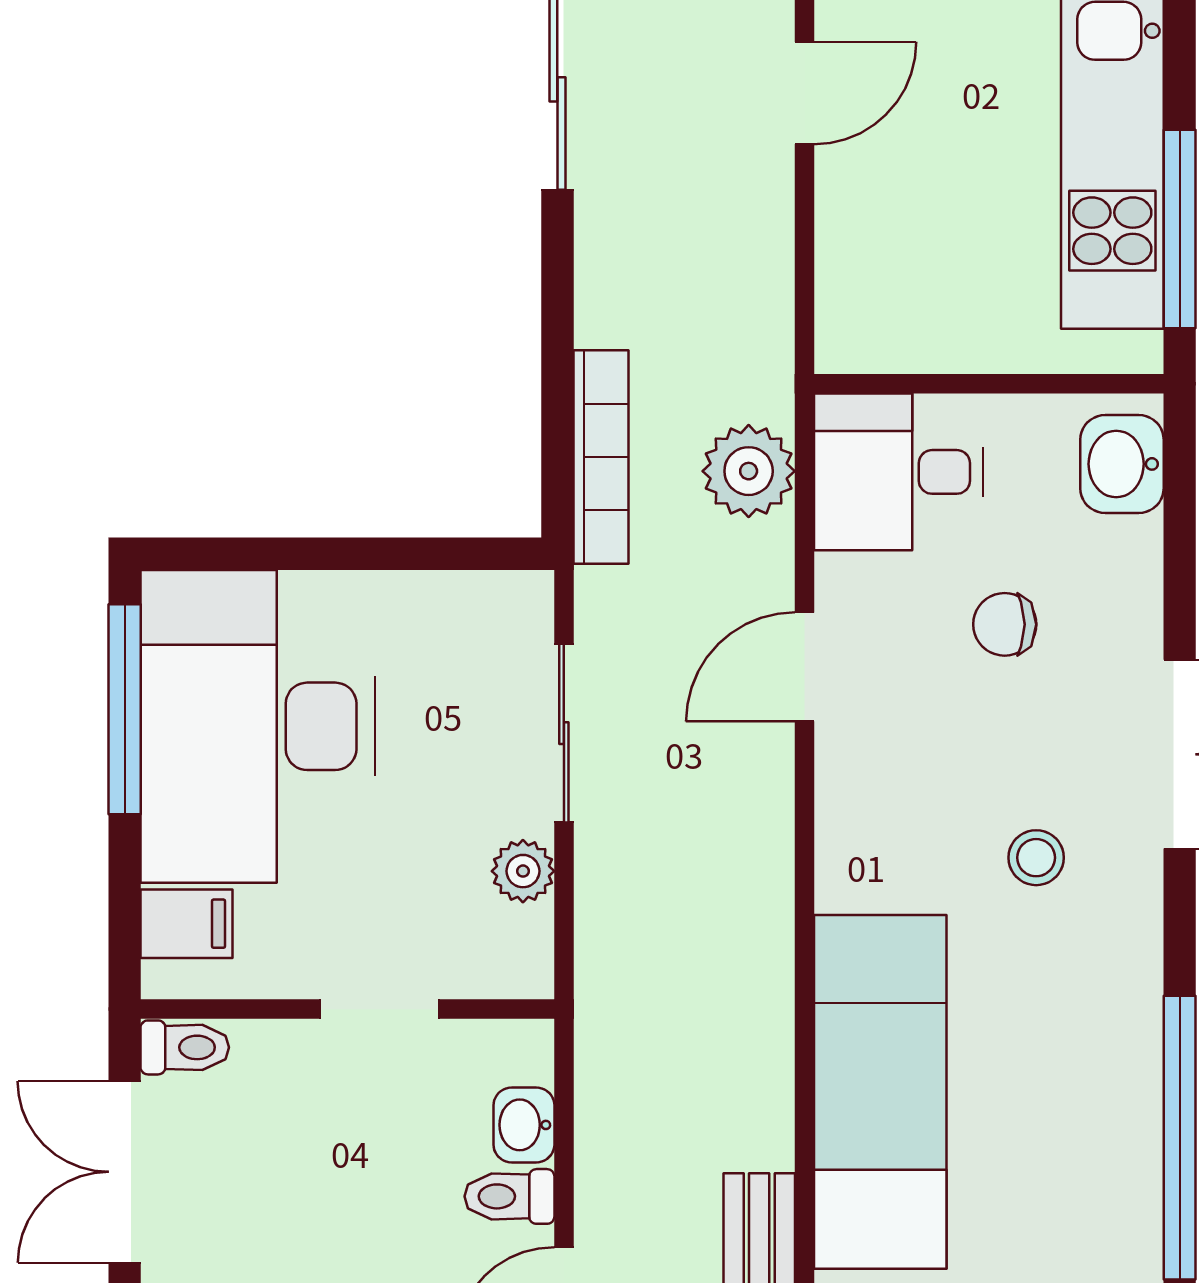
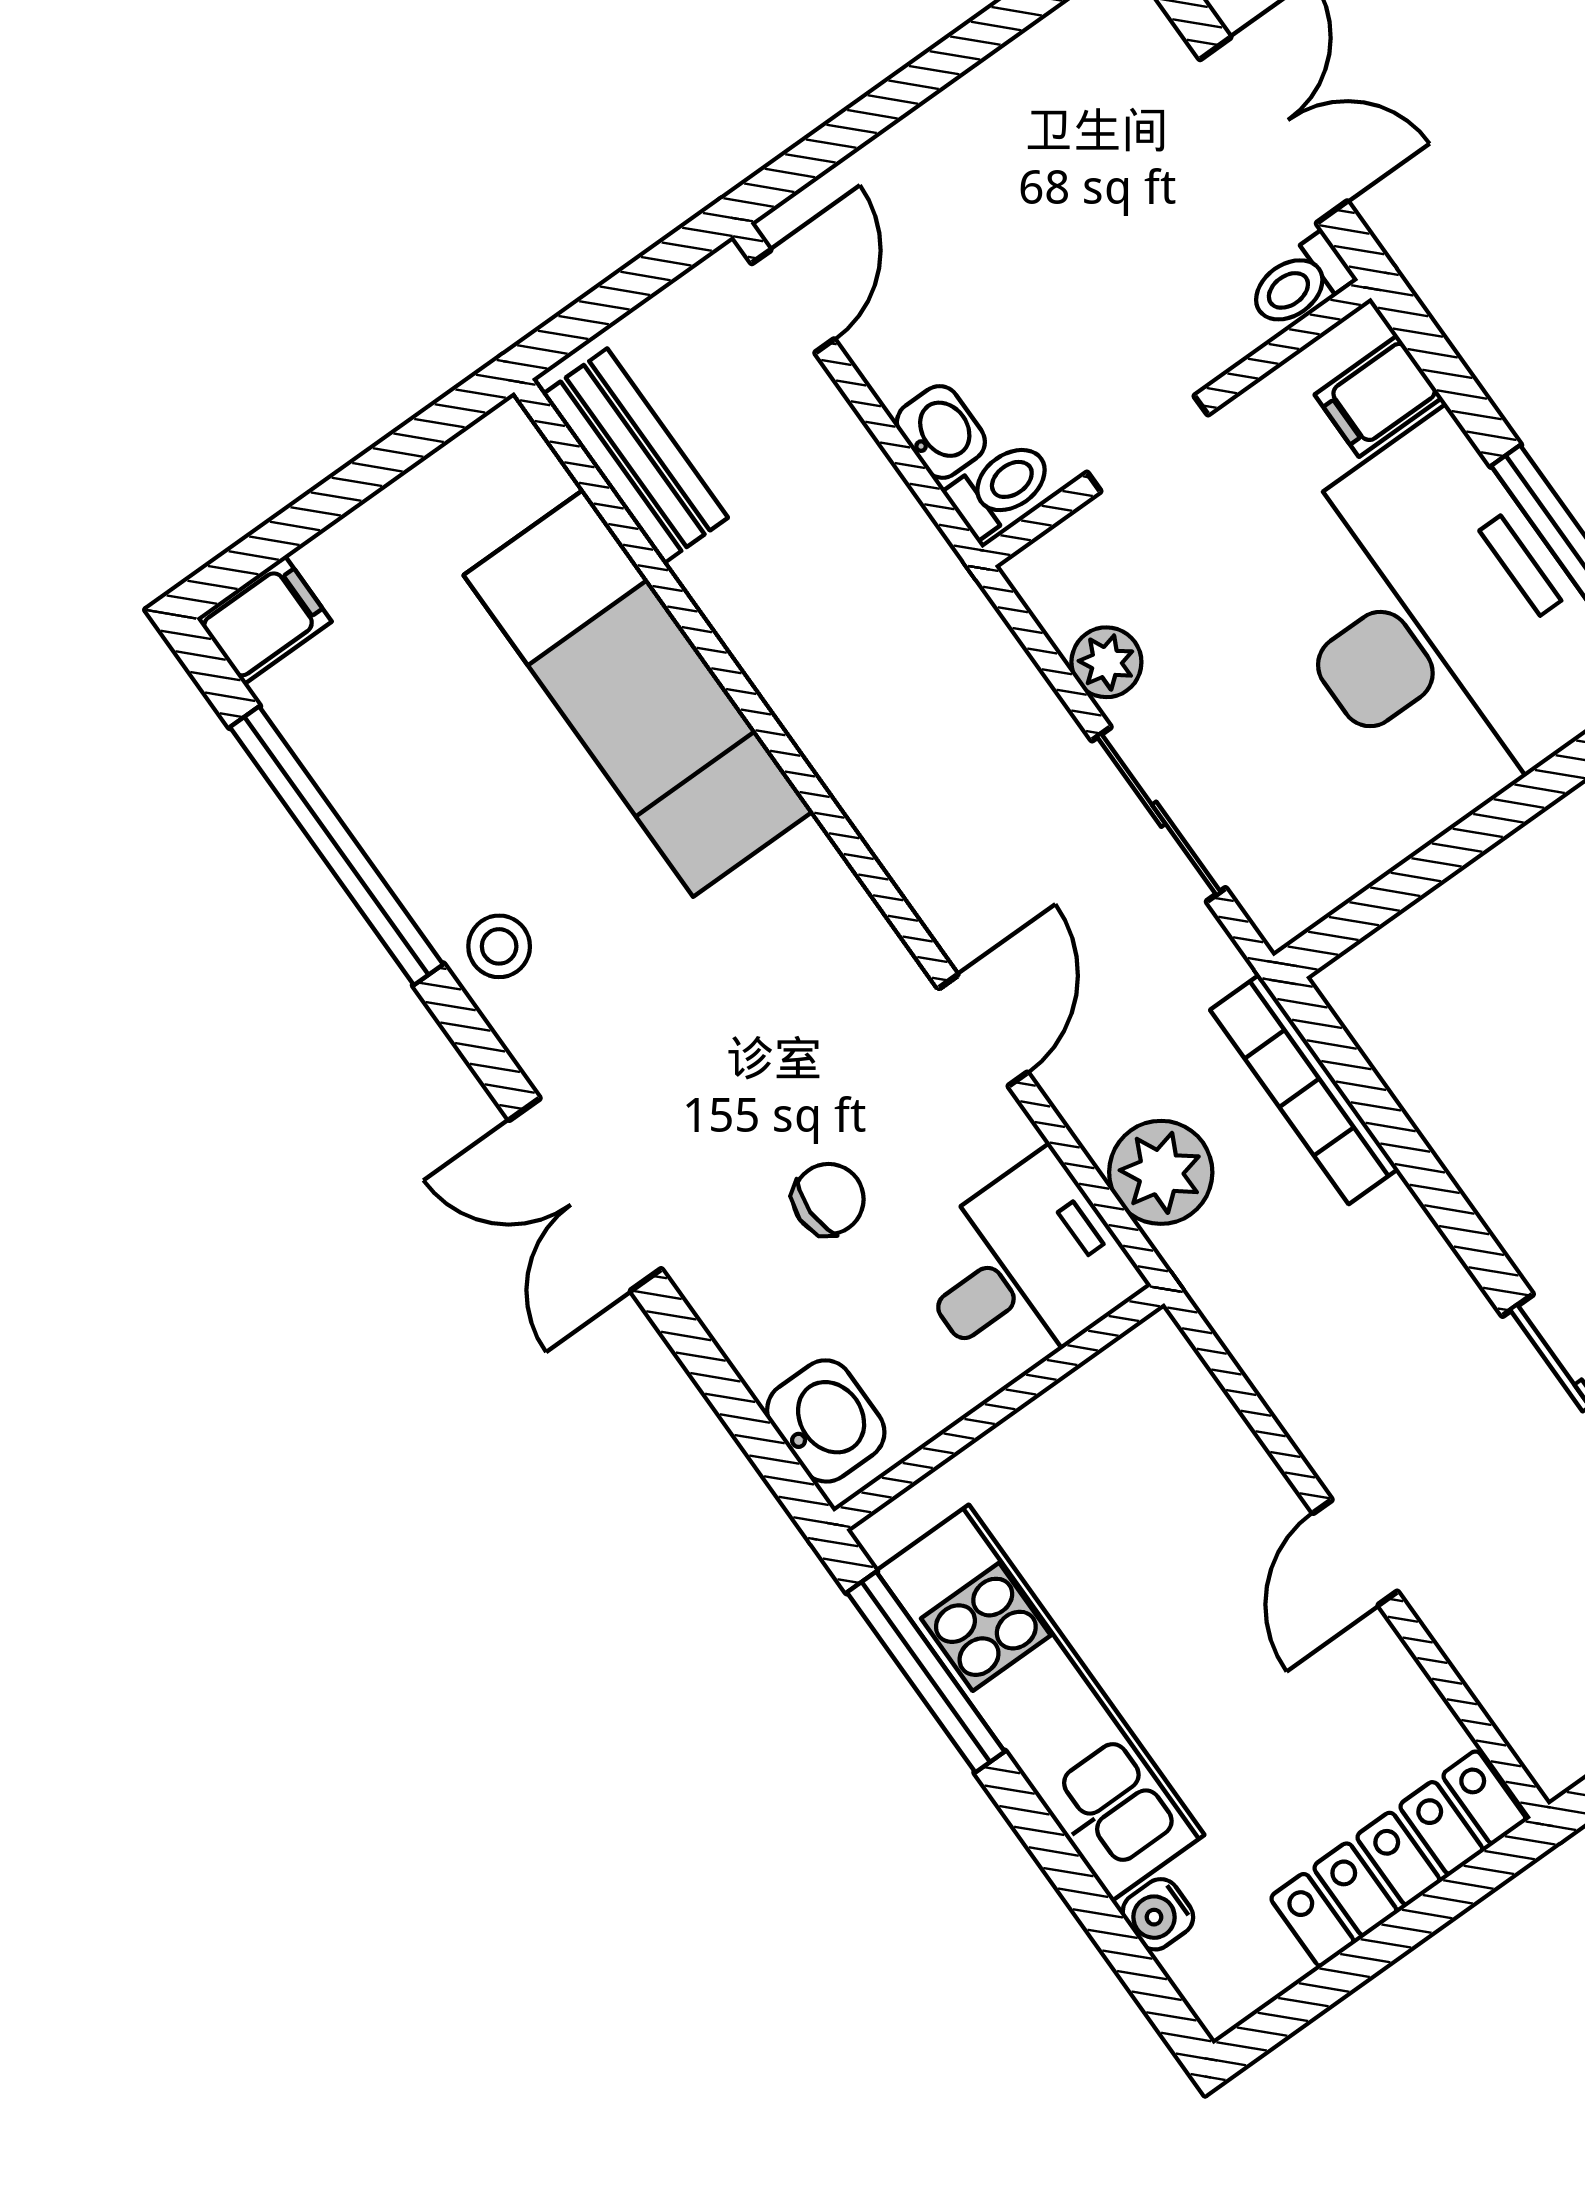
stool: (1036, 858) -> (499, 946), moved
toilet: (509, 1196) -> (1000, 488), moved

